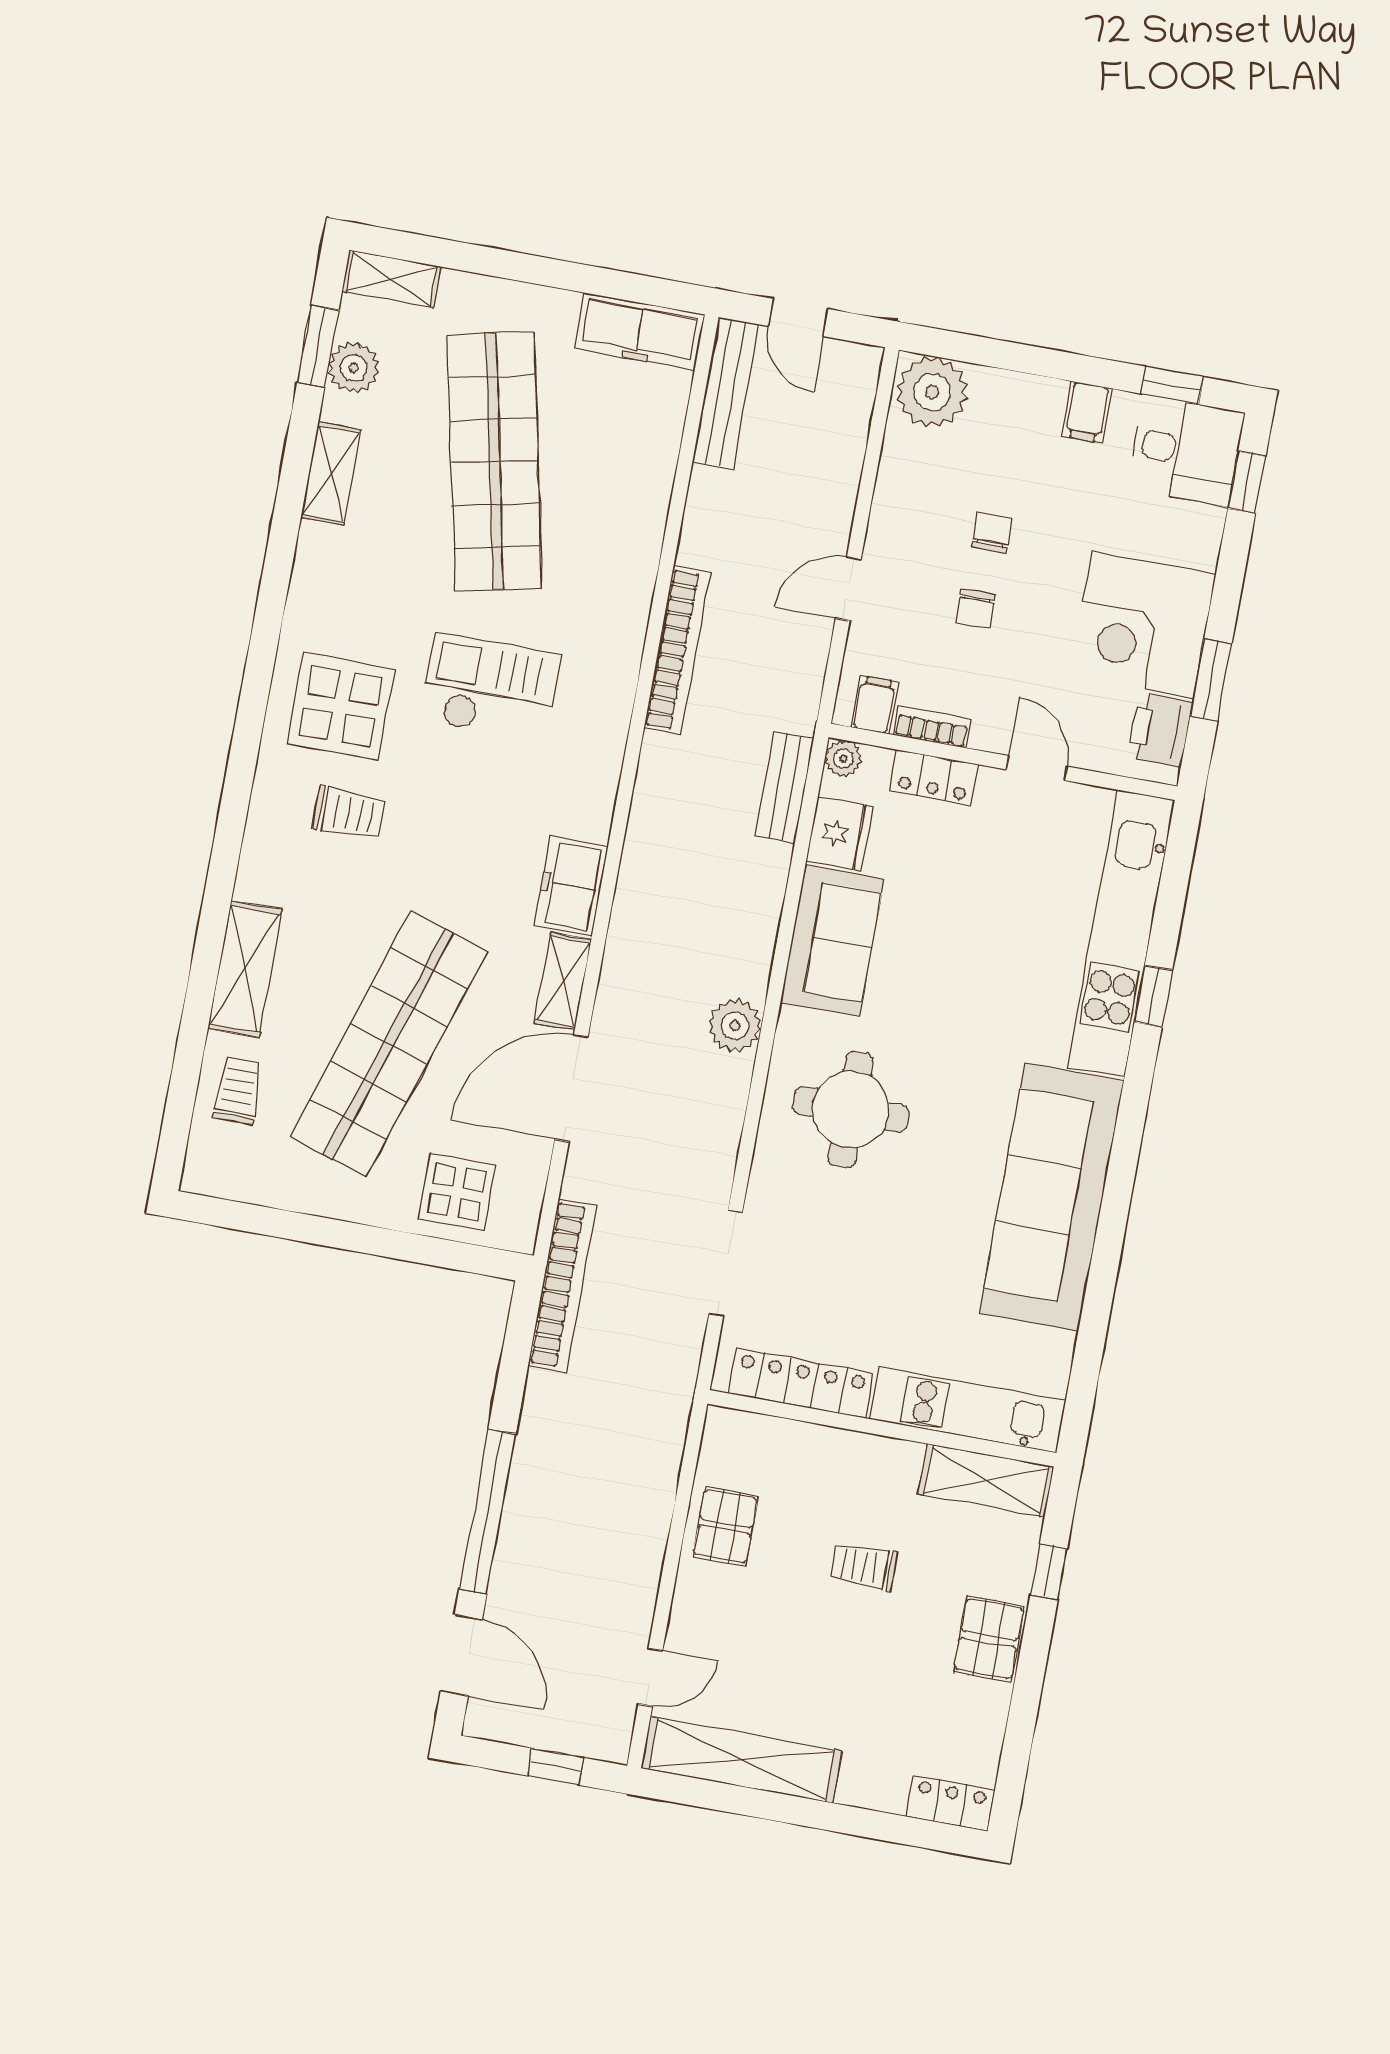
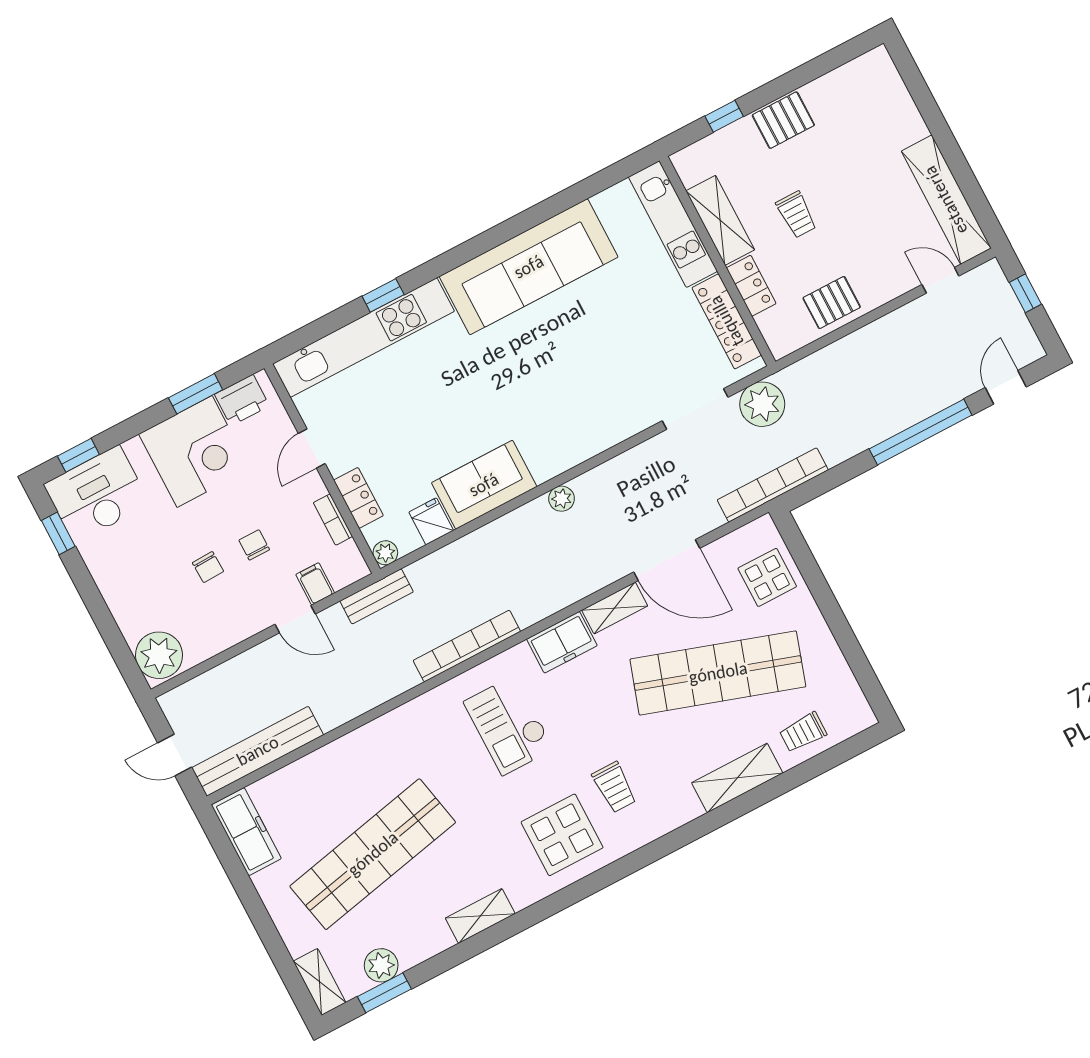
door: (798, 317) -> (175, 755), swing flipped
bench: (726, 393) -> (258, 751), width x1.37, depth x1.21
filing cabinet: (1087, 412) -> (107, 567), removed
desk: (1186, 451) -> (97, 494), width x1.37
shelving: (331, 474) -> (480, 916), moved
chair: (992, 533) -> (208, 567), turned -92
chair: (975, 609) -> (254, 545), turned -90
bookcase: (677, 650) -> (467, 646), moved
checkout: (490, 687) -> (509, 725), moved
filing cabinet: (875, 705) -> (315, 584), moved, turned 90
bench: (785, 787) -> (377, 596), moved
trolley: (349, 813) -> (614, 787), turned 180
fridge: (840, 834) -> (431, 521), width x0.72
plant: (735, 1026) -> (562, 499), width x0.73, depth x0.73
round table: (851, 1109) -> (564, 407), removed
plant: (669, 1348) -> (762, 404), added
shelving: (986, 1480) -> (720, 220), moved
door: (461, 1655) -> (1006, 387), width x0.73
locker: (950, 1803) -> (751, 286), moved, turned 180

